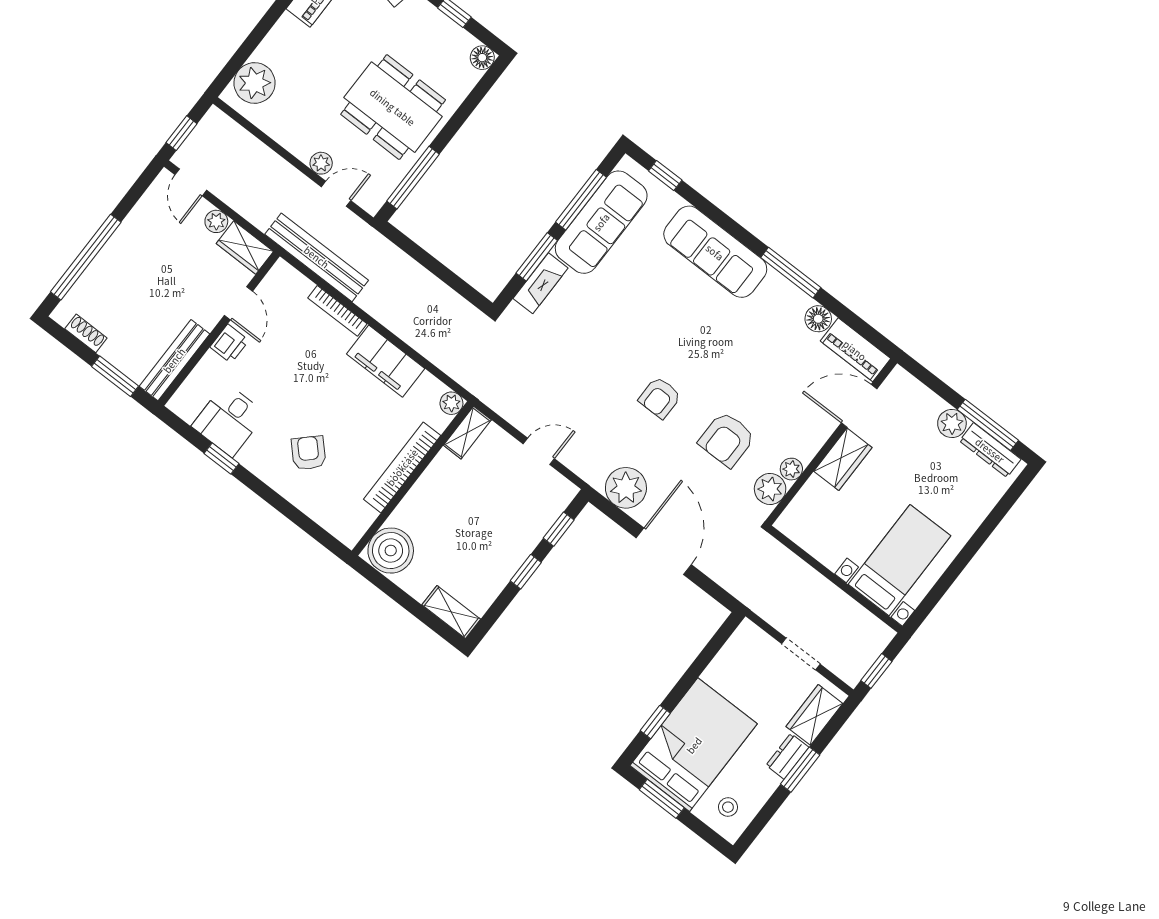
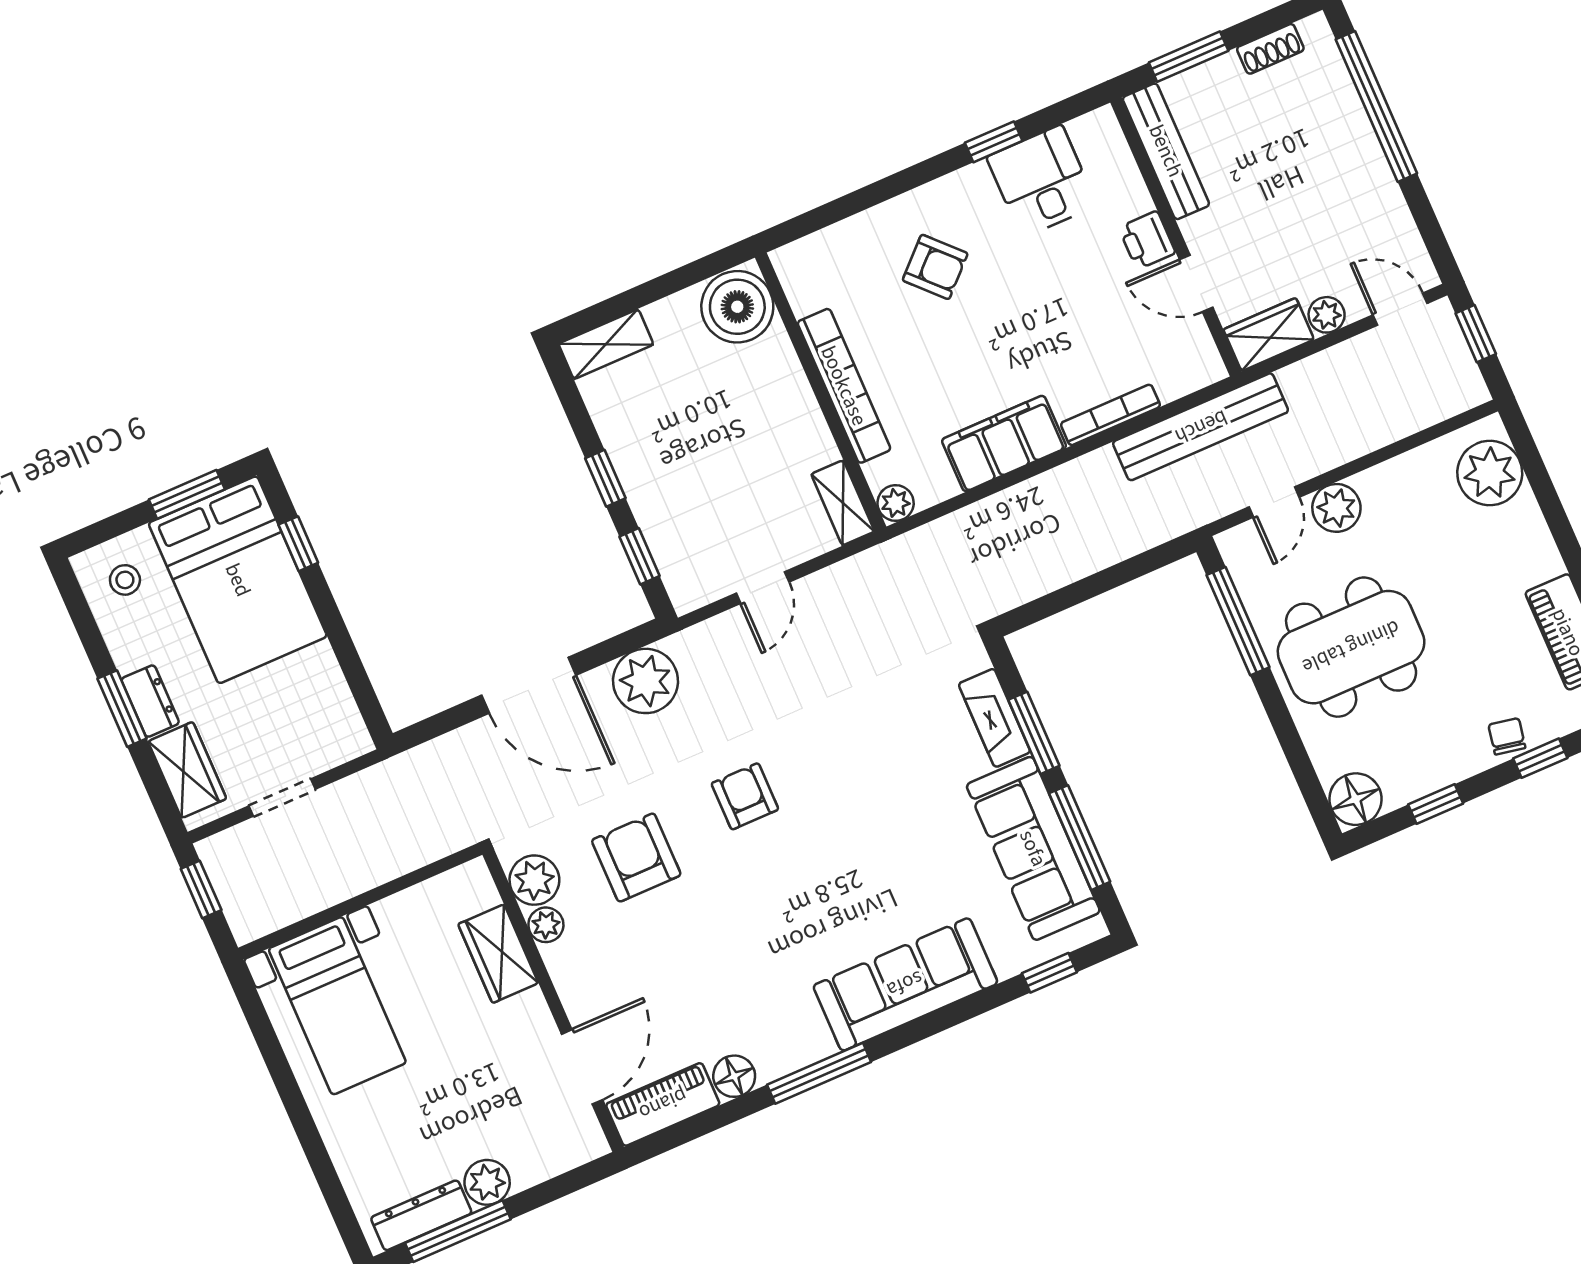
floor lamp: (482, 58) -> (1356, 799), width x1.38, depth x1.38
plant: (321, 163) -> (1336, 508), width x1.38, depth x1.38
wardrobe: (843, 459) -> (498, 954), moved

